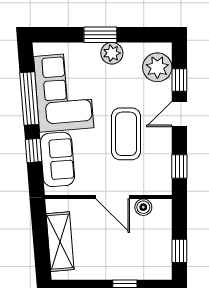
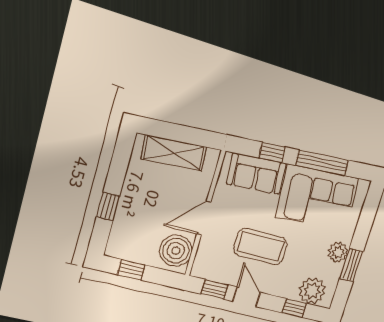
window: (100, 35) -> (351, 265), moved
door: (179, 114) -> (247, 297), moved
boiler: (143, 207) -> (176, 251), width x1.86, depth x1.86

